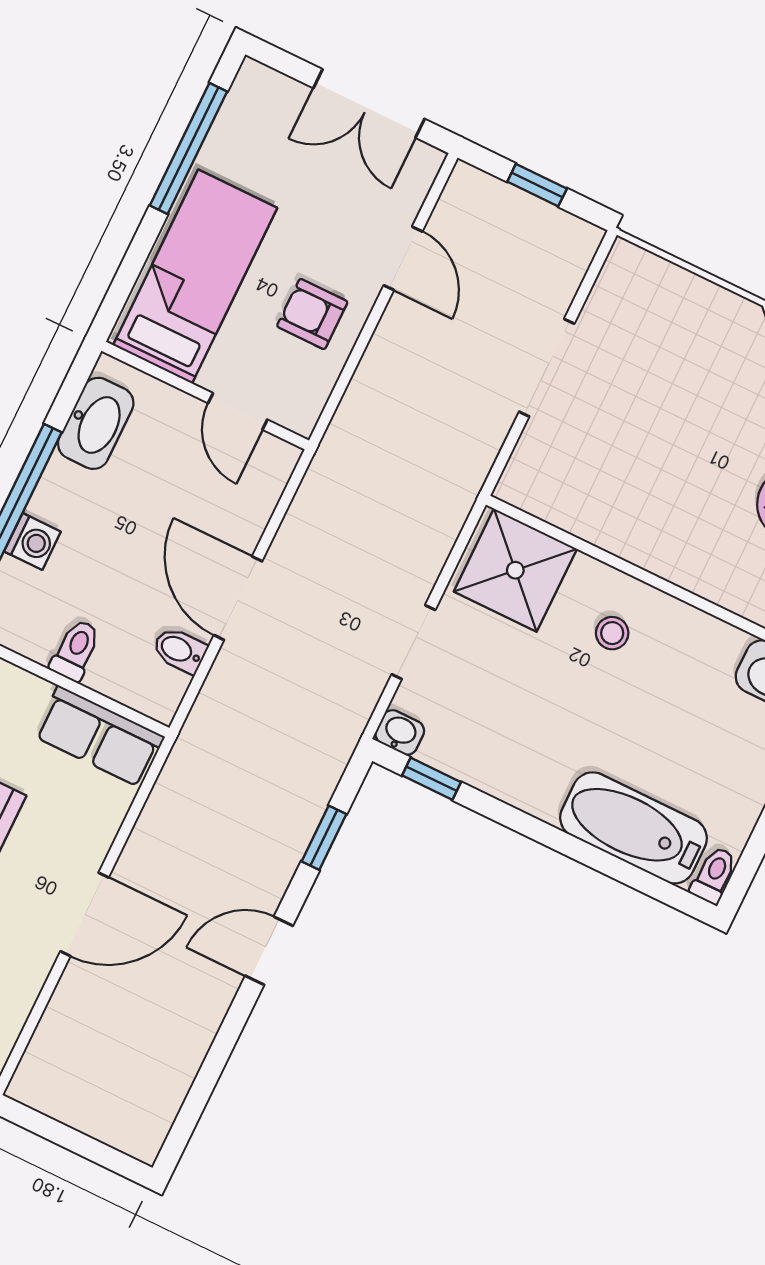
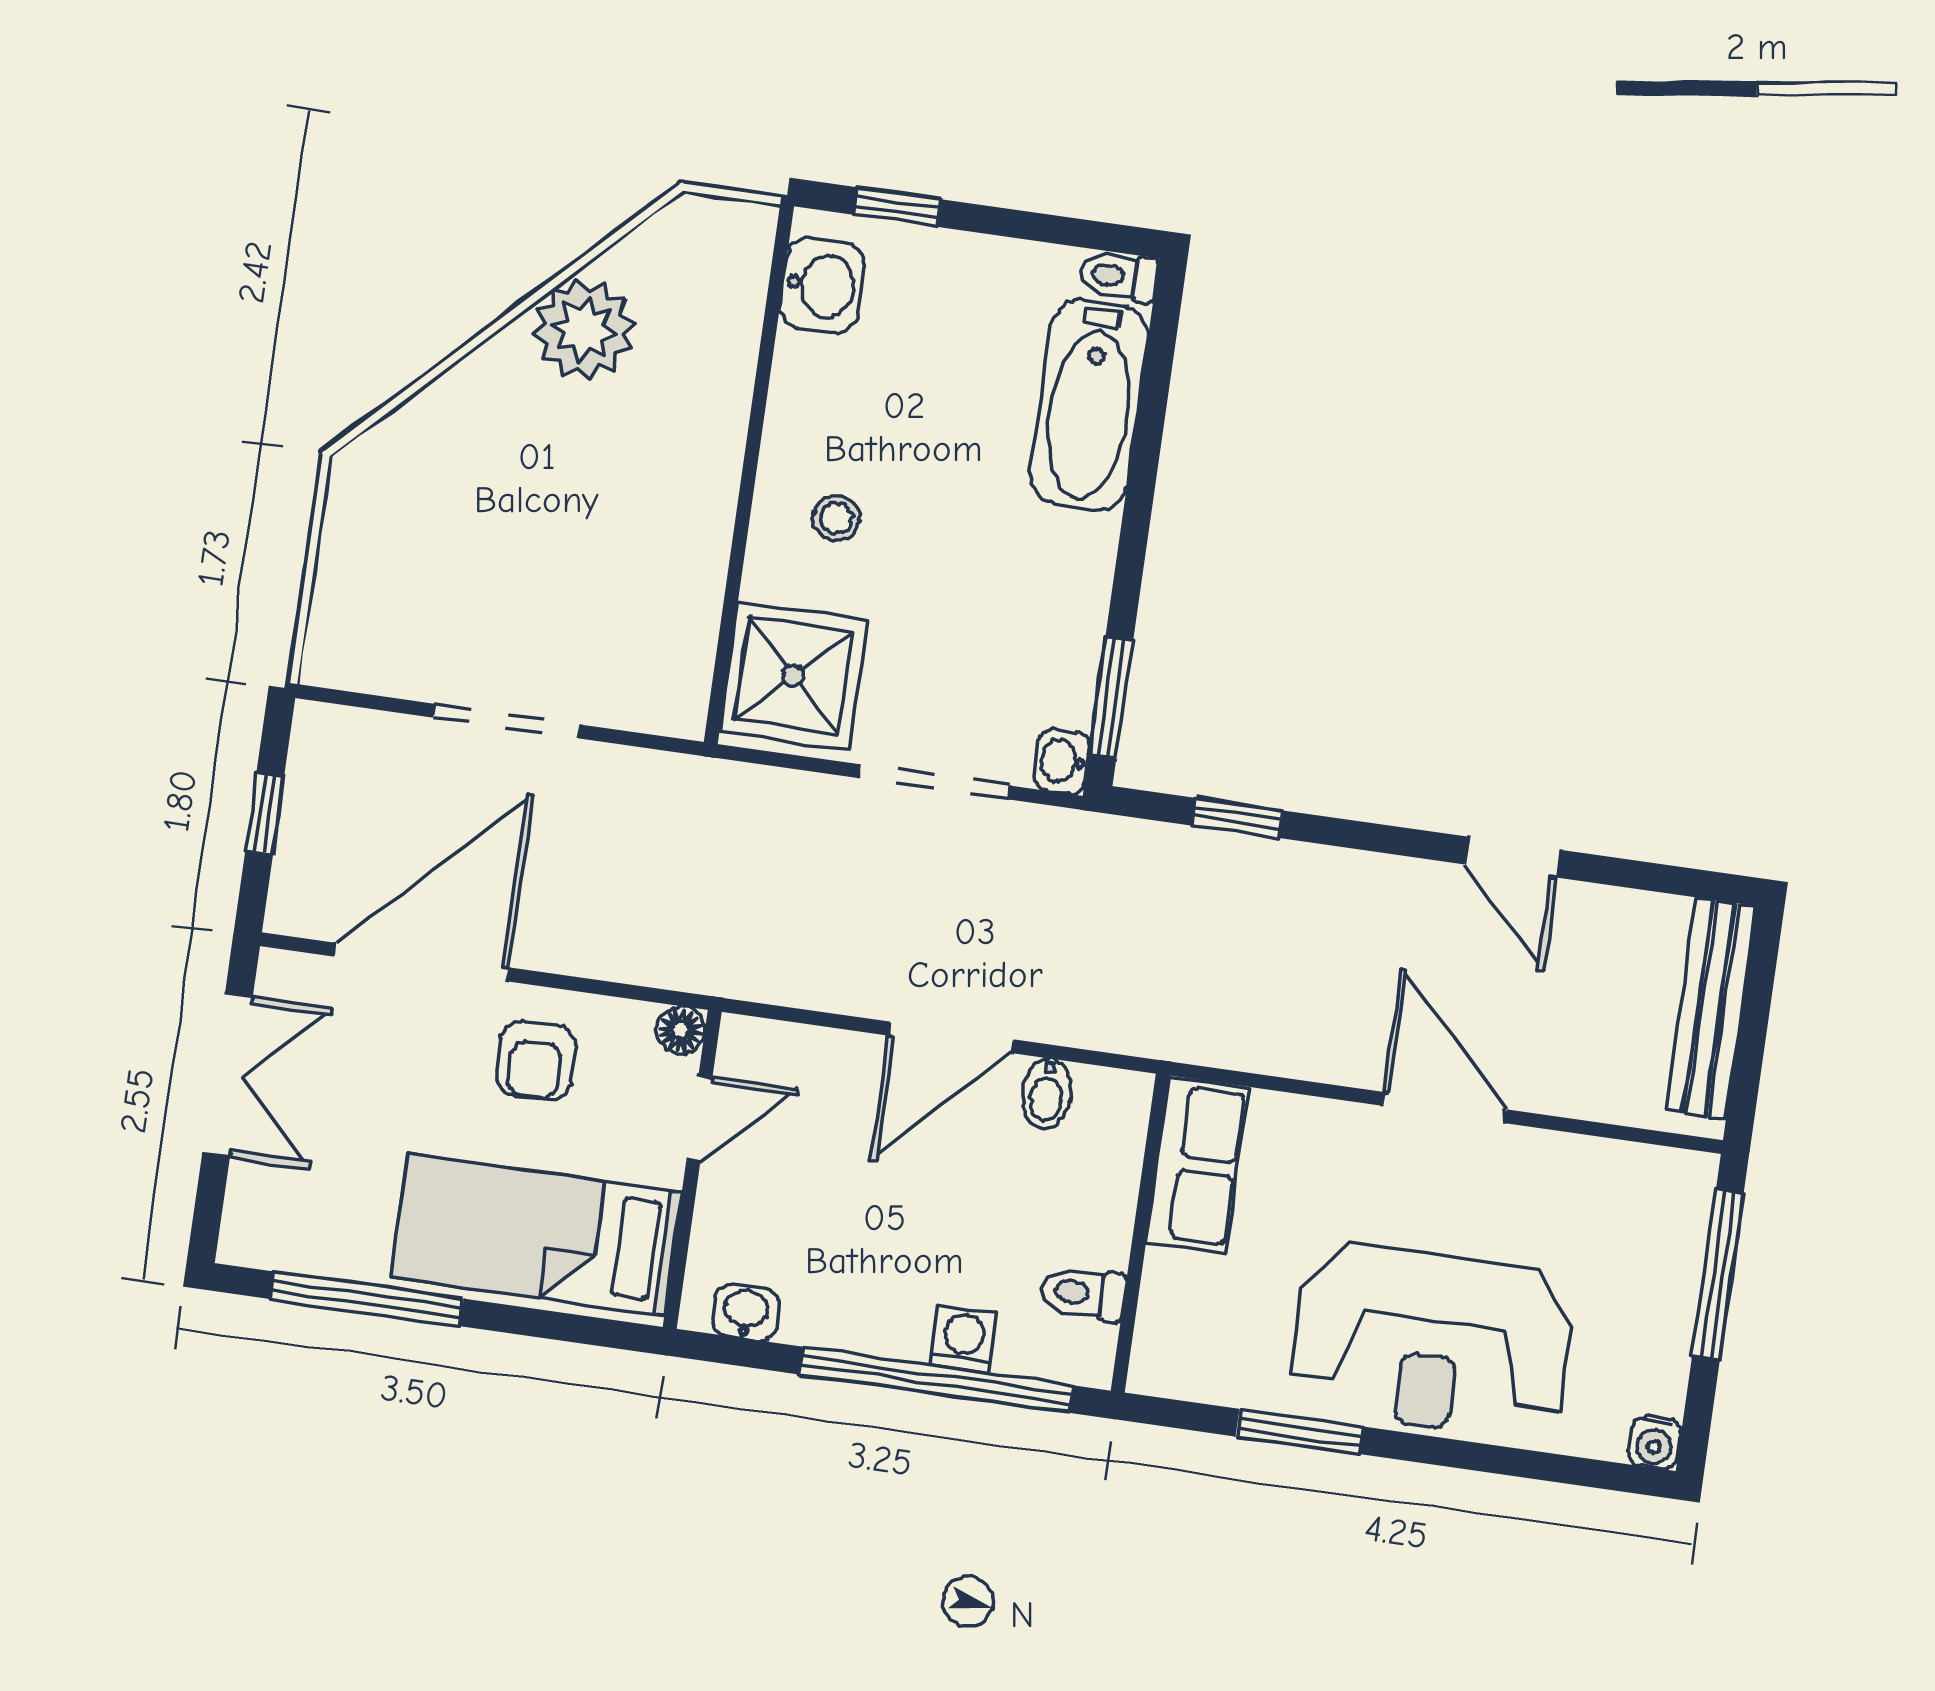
door: (403, 258) -> (422, 962), width x1.87
floor lamp: (301, 418) -> (681, 1030), added
washbasin: (96, 423) -> (746, 1312), width x0.52, depth x0.69
doorway: (413, 642) -> (934, 782), width x1.38
toilet: (76, 650) -> (1083, 1293), moved
window: (432, 779) -> (1111, 698), width x1.50
door: (269, 951) -> (1512, 857), moved
bench: (94, 1116) -> (1711, 1008), added

